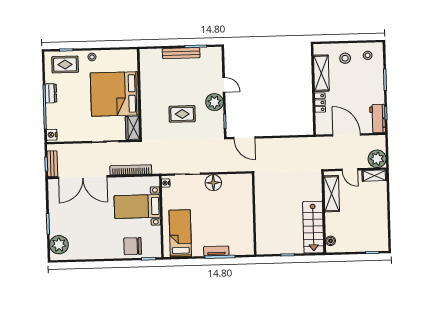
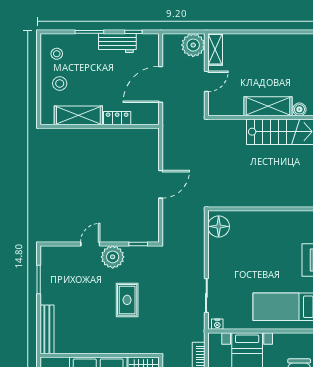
bench: (181, 53) -> (47, 329), moved
workbench: (378, 119) -> (117, 43), moved
door: (244, 138) -> (161, 184), moved
floor lamp: (213, 183) -> (219, 226), moved
shelving: (332, 194) -> (268, 106), moved

